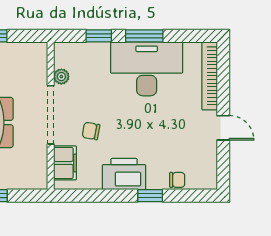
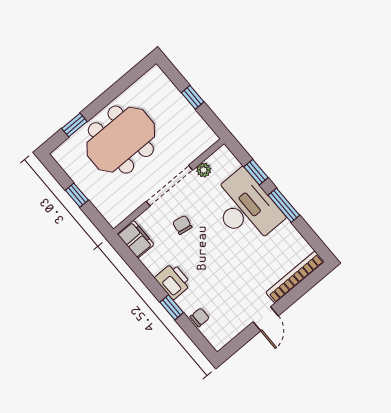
desk: (147, 69) -> (245, 208), moved
filing cabinet: (65, 163) -> (136, 239), moved, turned -90
printer: (124, 174) -> (173, 281), width x0.73, depth x0.84
chair: (177, 180) -> (200, 317), turned -90

